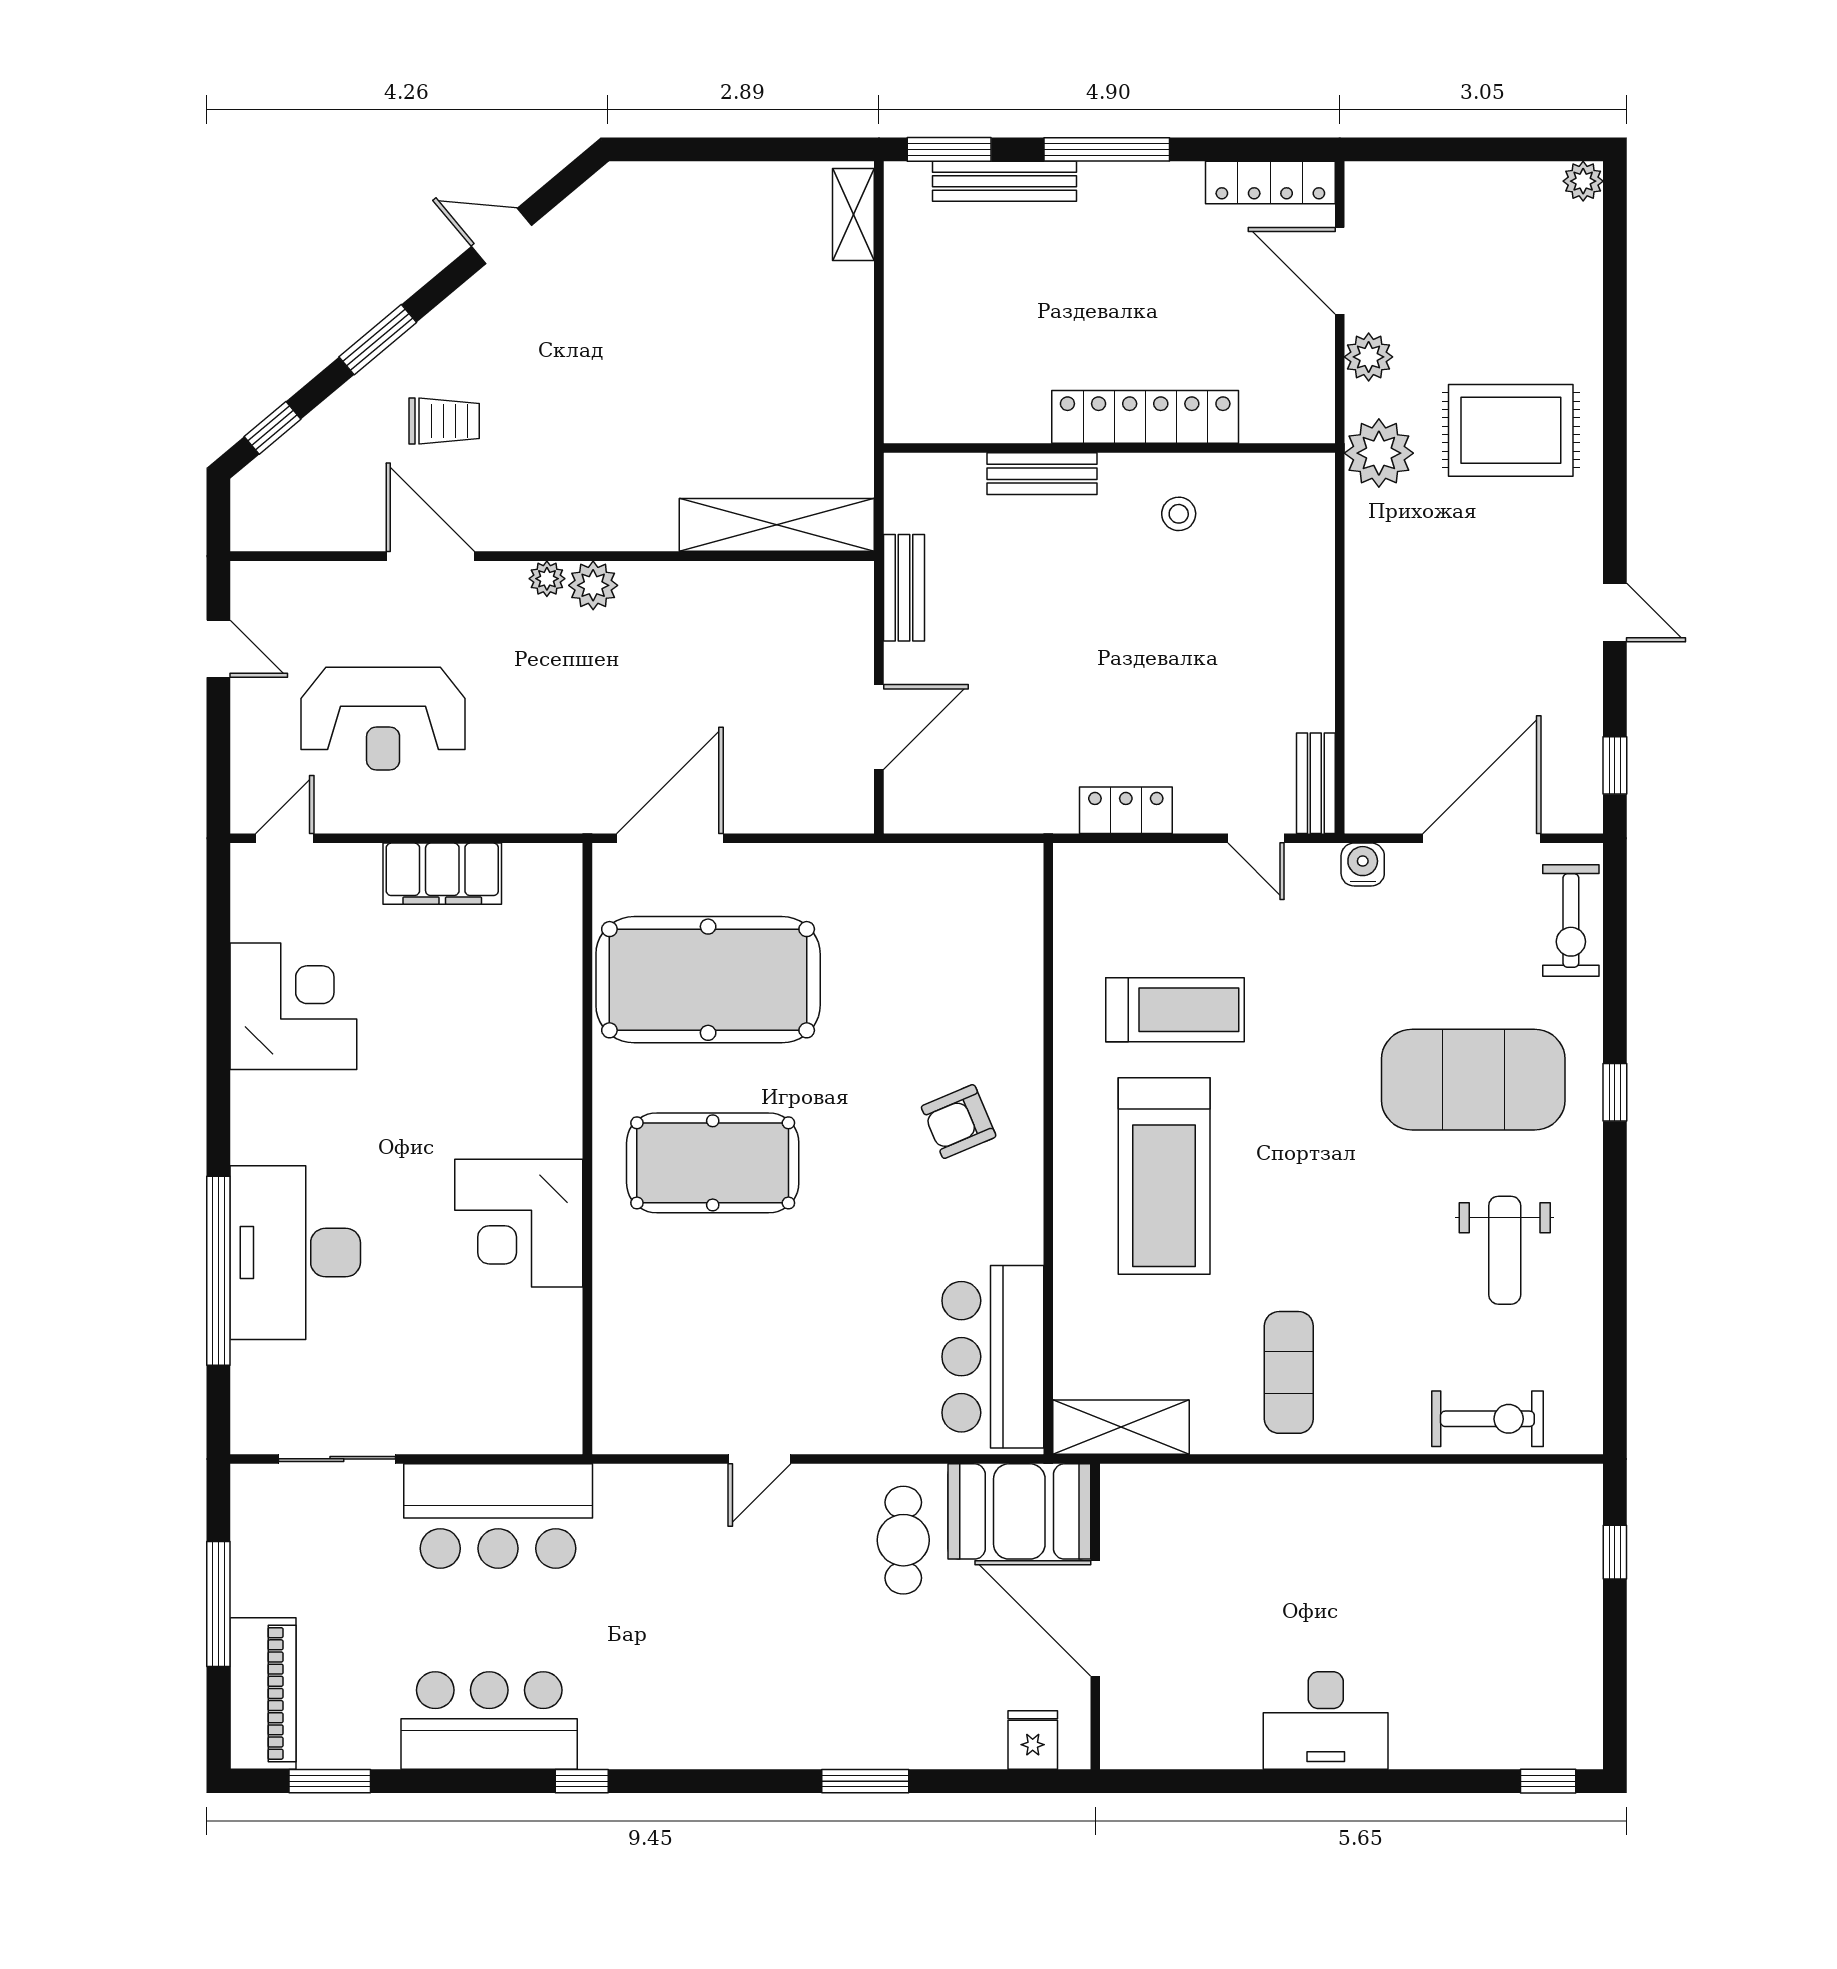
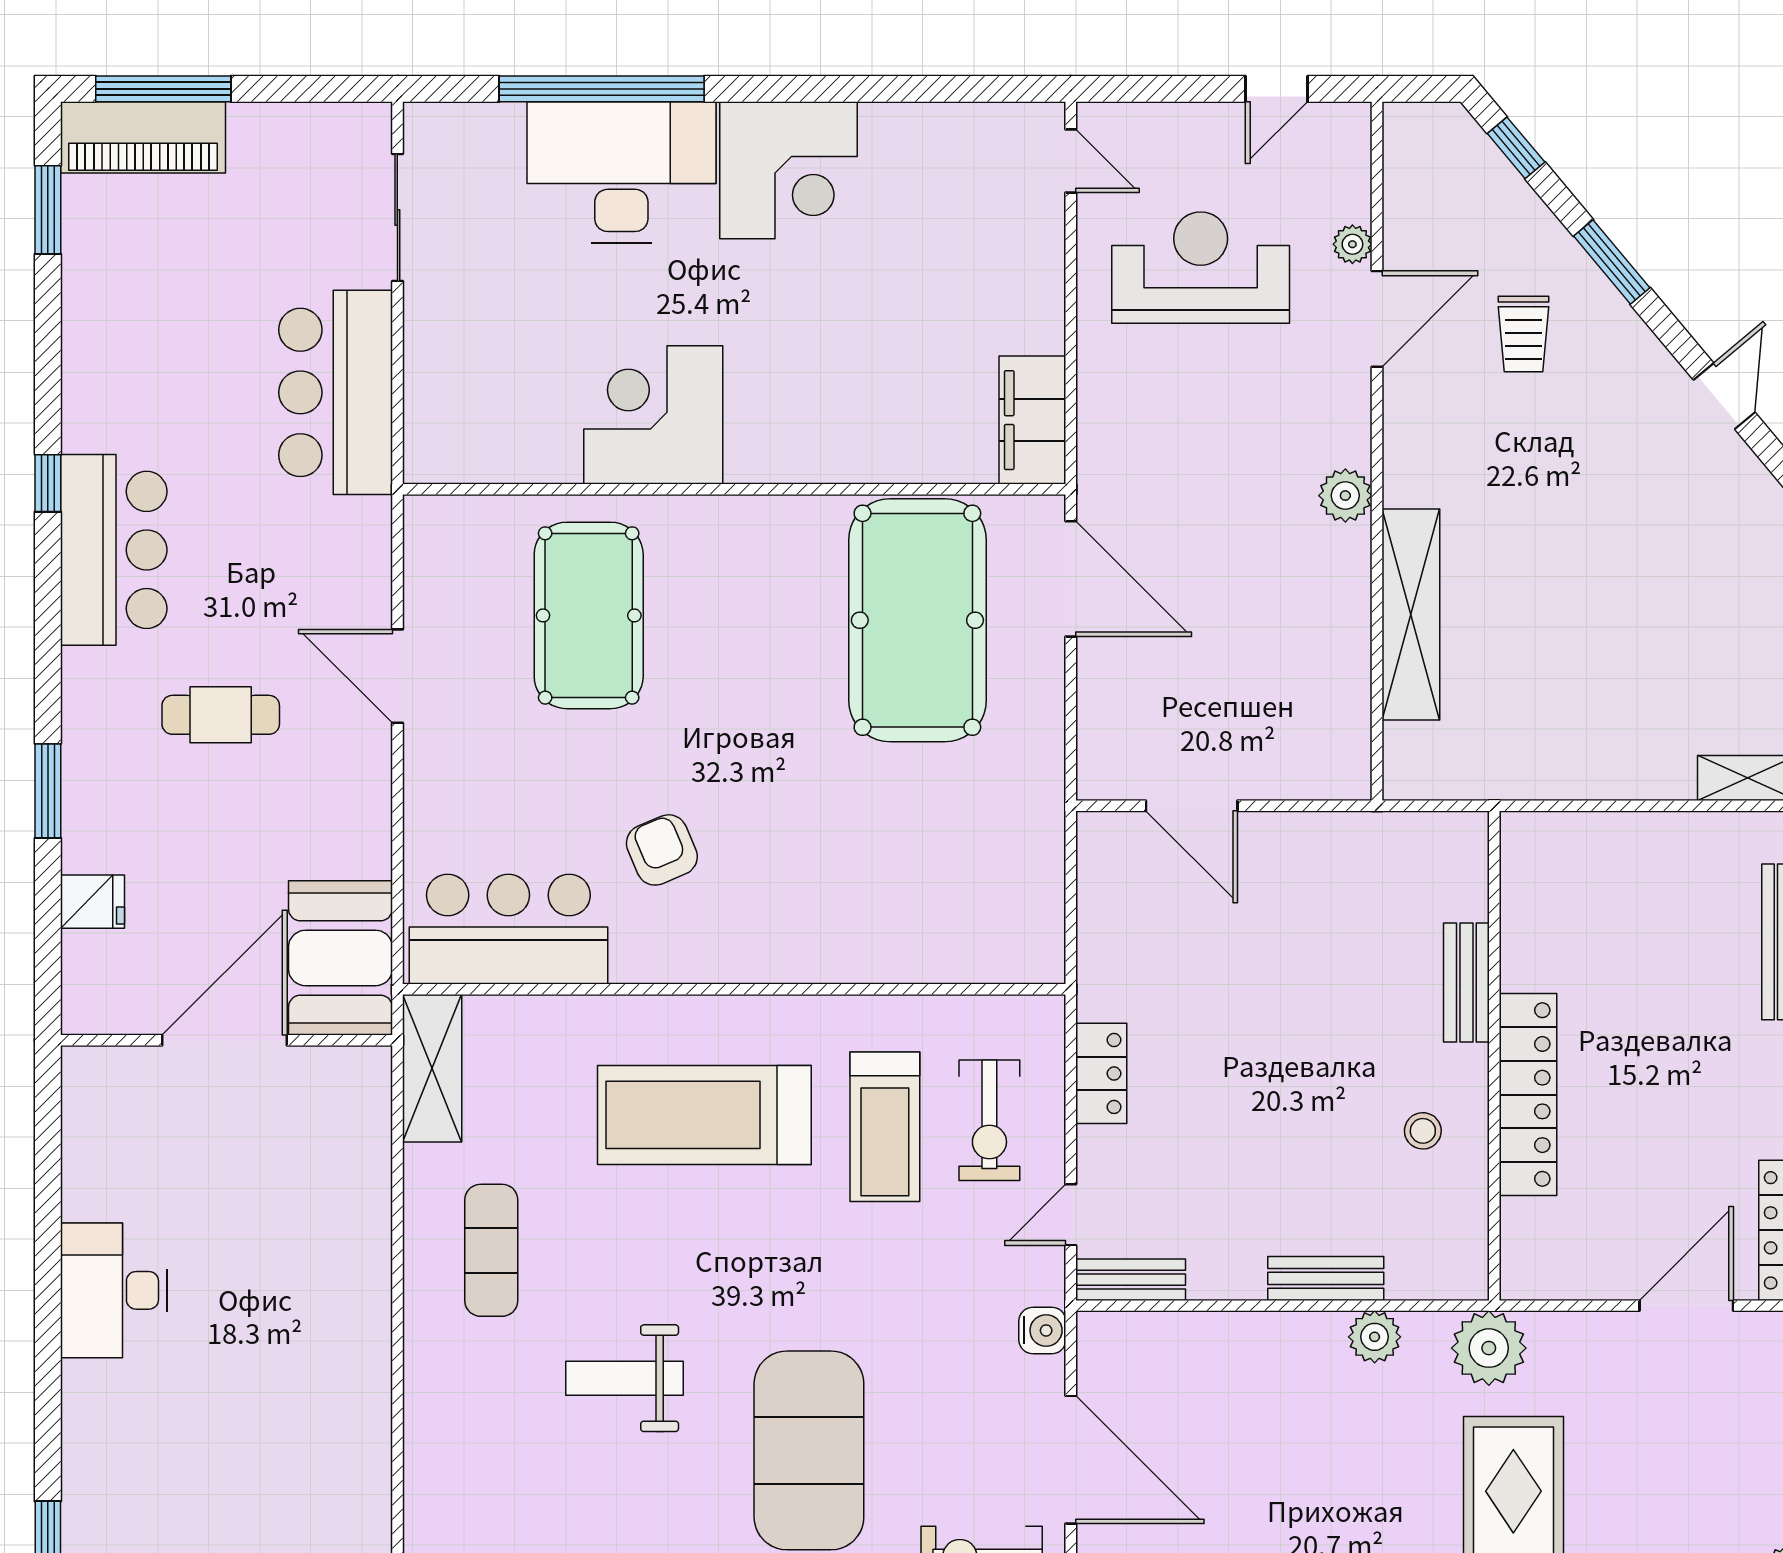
plant: (1369, 357) -> (1375, 1337), moved
shelving: (777, 525) -> (1411, 615), moved
plant: (547, 579) -> (1352, 244), moved
bench: (904, 588) -> (1326, 1278), moved
reception desk: (383, 719) -> (1201, 268), turned 90
filing cabinet: (442, 874) -> (1032, 420), moved
corner desk: (293, 1006) -> (789, 170), moved
armchair: (959, 1122) -> (662, 850), moved
pool table: (713, 1163) -> (589, 615), moved
weight bench: (1505, 1250) -> (624, 1378), moved
exercise mat: (1289, 1372) -> (491, 1250), turned 90
exercise bike: (1487, 1419) -> (989, 1120), moved
door: (760, 1459) -> (397, 676), width x1.38
cafe table: (903, 1540) -> (221, 715), moved
window: (218, 1604) -> (163, 89), moved
bar counter: (489, 1720) -> (114, 550), moved
fridge: (1033, 1740) -> (93, 902), moved

